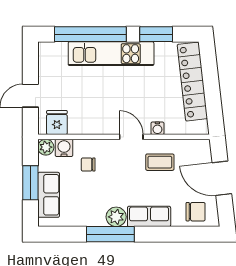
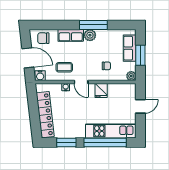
kitchen unit: (111, 54) -> (111, 131), moved
fridge: (57, 123) -> (101, 91), moved
water cooler: (64, 148) -> (40, 76), moved

